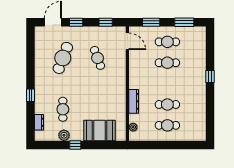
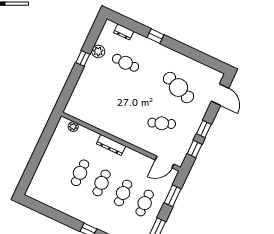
window: (76, 22) -> (204, 129), moved
dresser: (134, 101) -> (111, 145), moved
cafe table: (167, 125) -> (102, 183), moved
booth: (99, 130) -> (86, 90), removed

